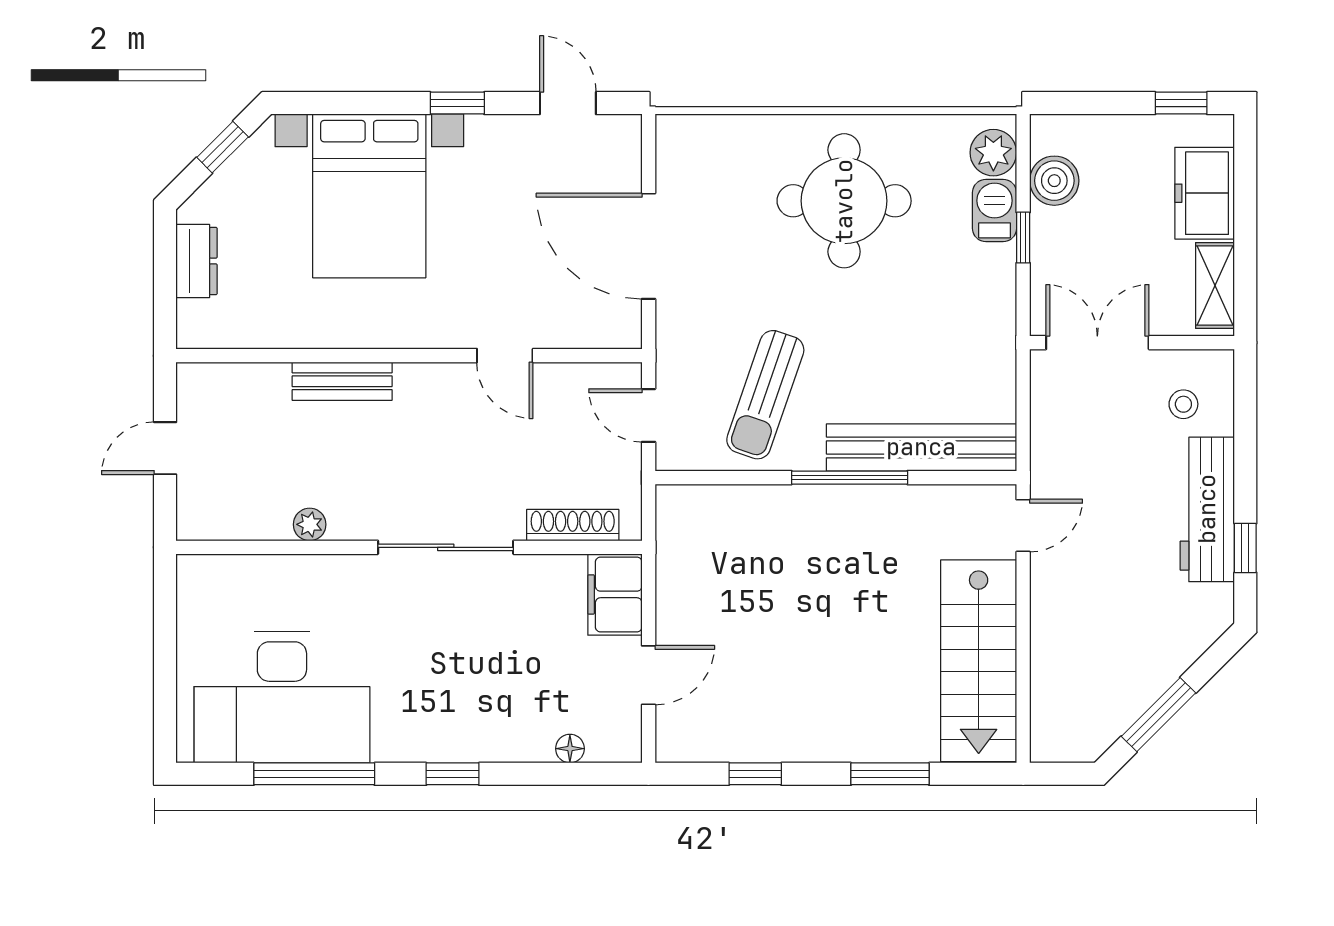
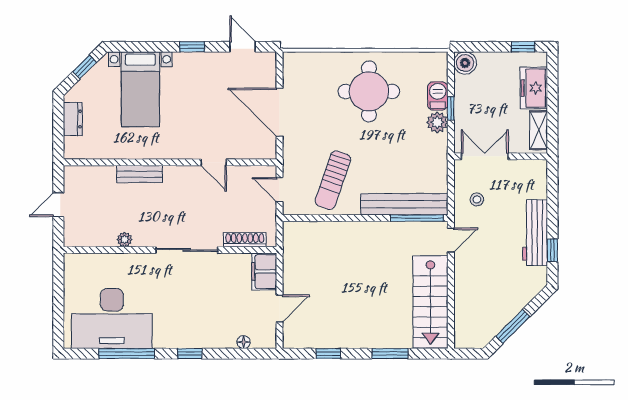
plant: (993, 153) -> (437, 122), moved
boiler: (1054, 181) -> (465, 63), moved
bed with nightstands: (369, 196) -> (140, 89), width x0.73
stool: (1183, 404) -> (477, 200), moved
window: (850, 478) -> (417, 218), moved

